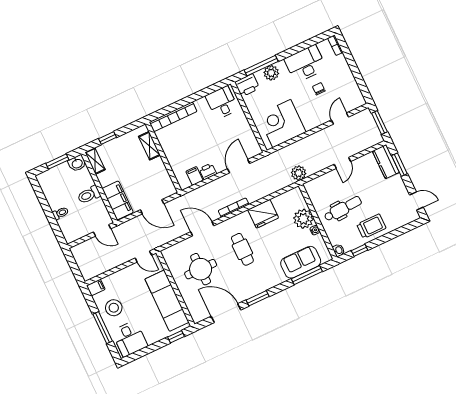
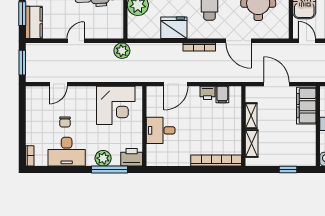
desk: (222, 103) -> (161, 130), moved, turned 90
shelving: (95, 161) -> (251, 116), moved

